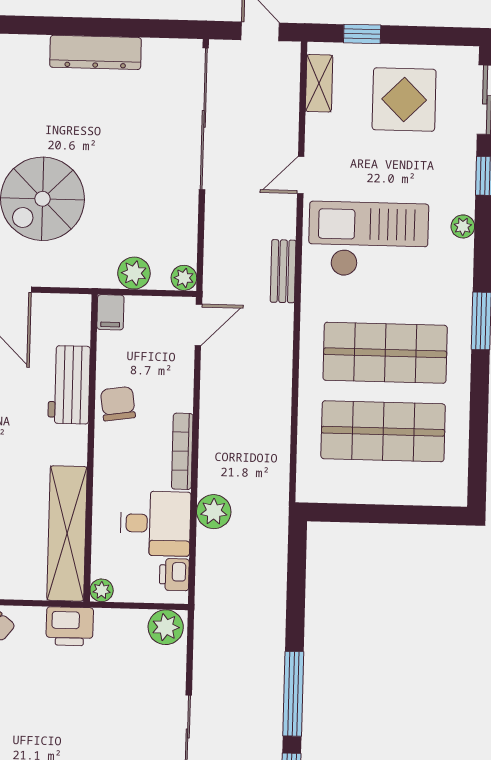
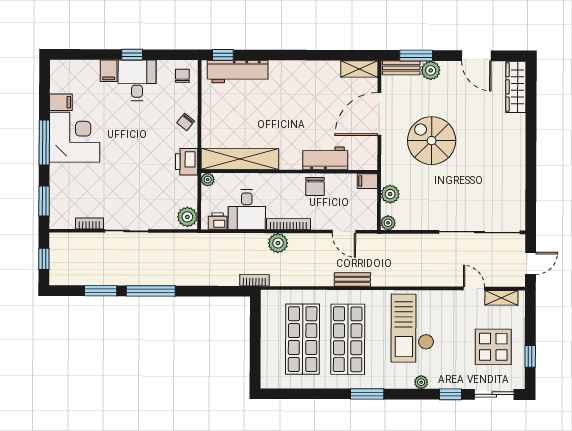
window: (362, 34) -> (530, 356), moved
dresser: (96, 52) -> (516, 169), removed
door: (301, 175) -> (474, 289), moved
checkout: (368, 240) -> (412, 328), turned 180
bench: (283, 271) -> (352, 279), moved
door: (198, 325) -> (344, 232), moved
chair: (118, 404) -> (315, 187), turned 98
plant: (214, 512) -> (278, 243), moved
bookcase: (279, 513) -> (254, 280), added

